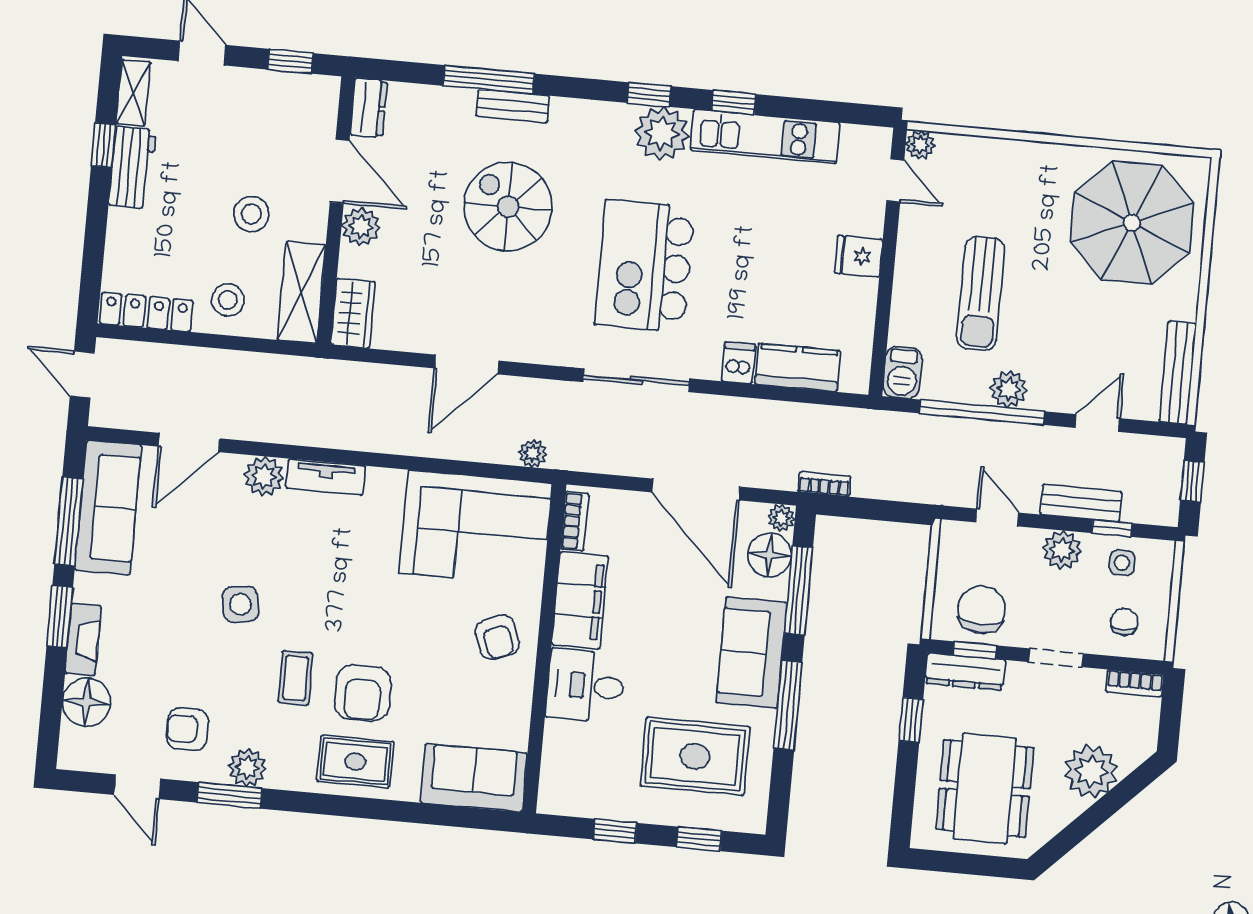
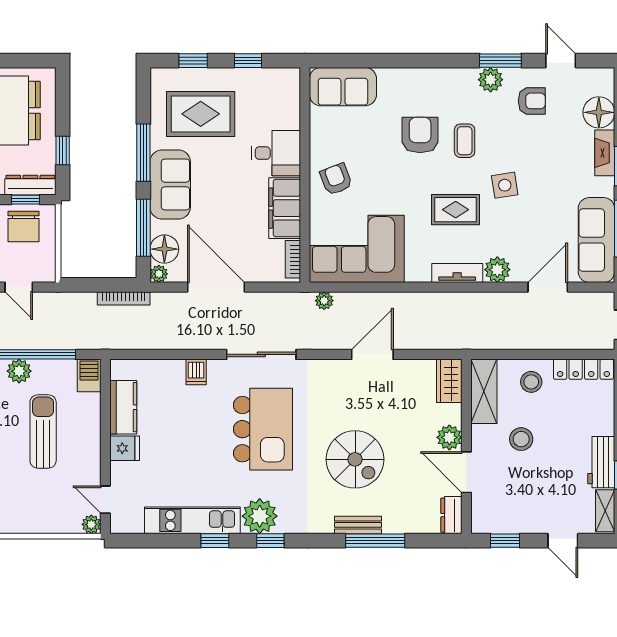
kitchen counter: (798, 368) -> (123, 407), moved, turned -90
bookcase: (824, 484) -> (124, 298), width x1.56
rug: (355, 761) -> (456, 210), moved

